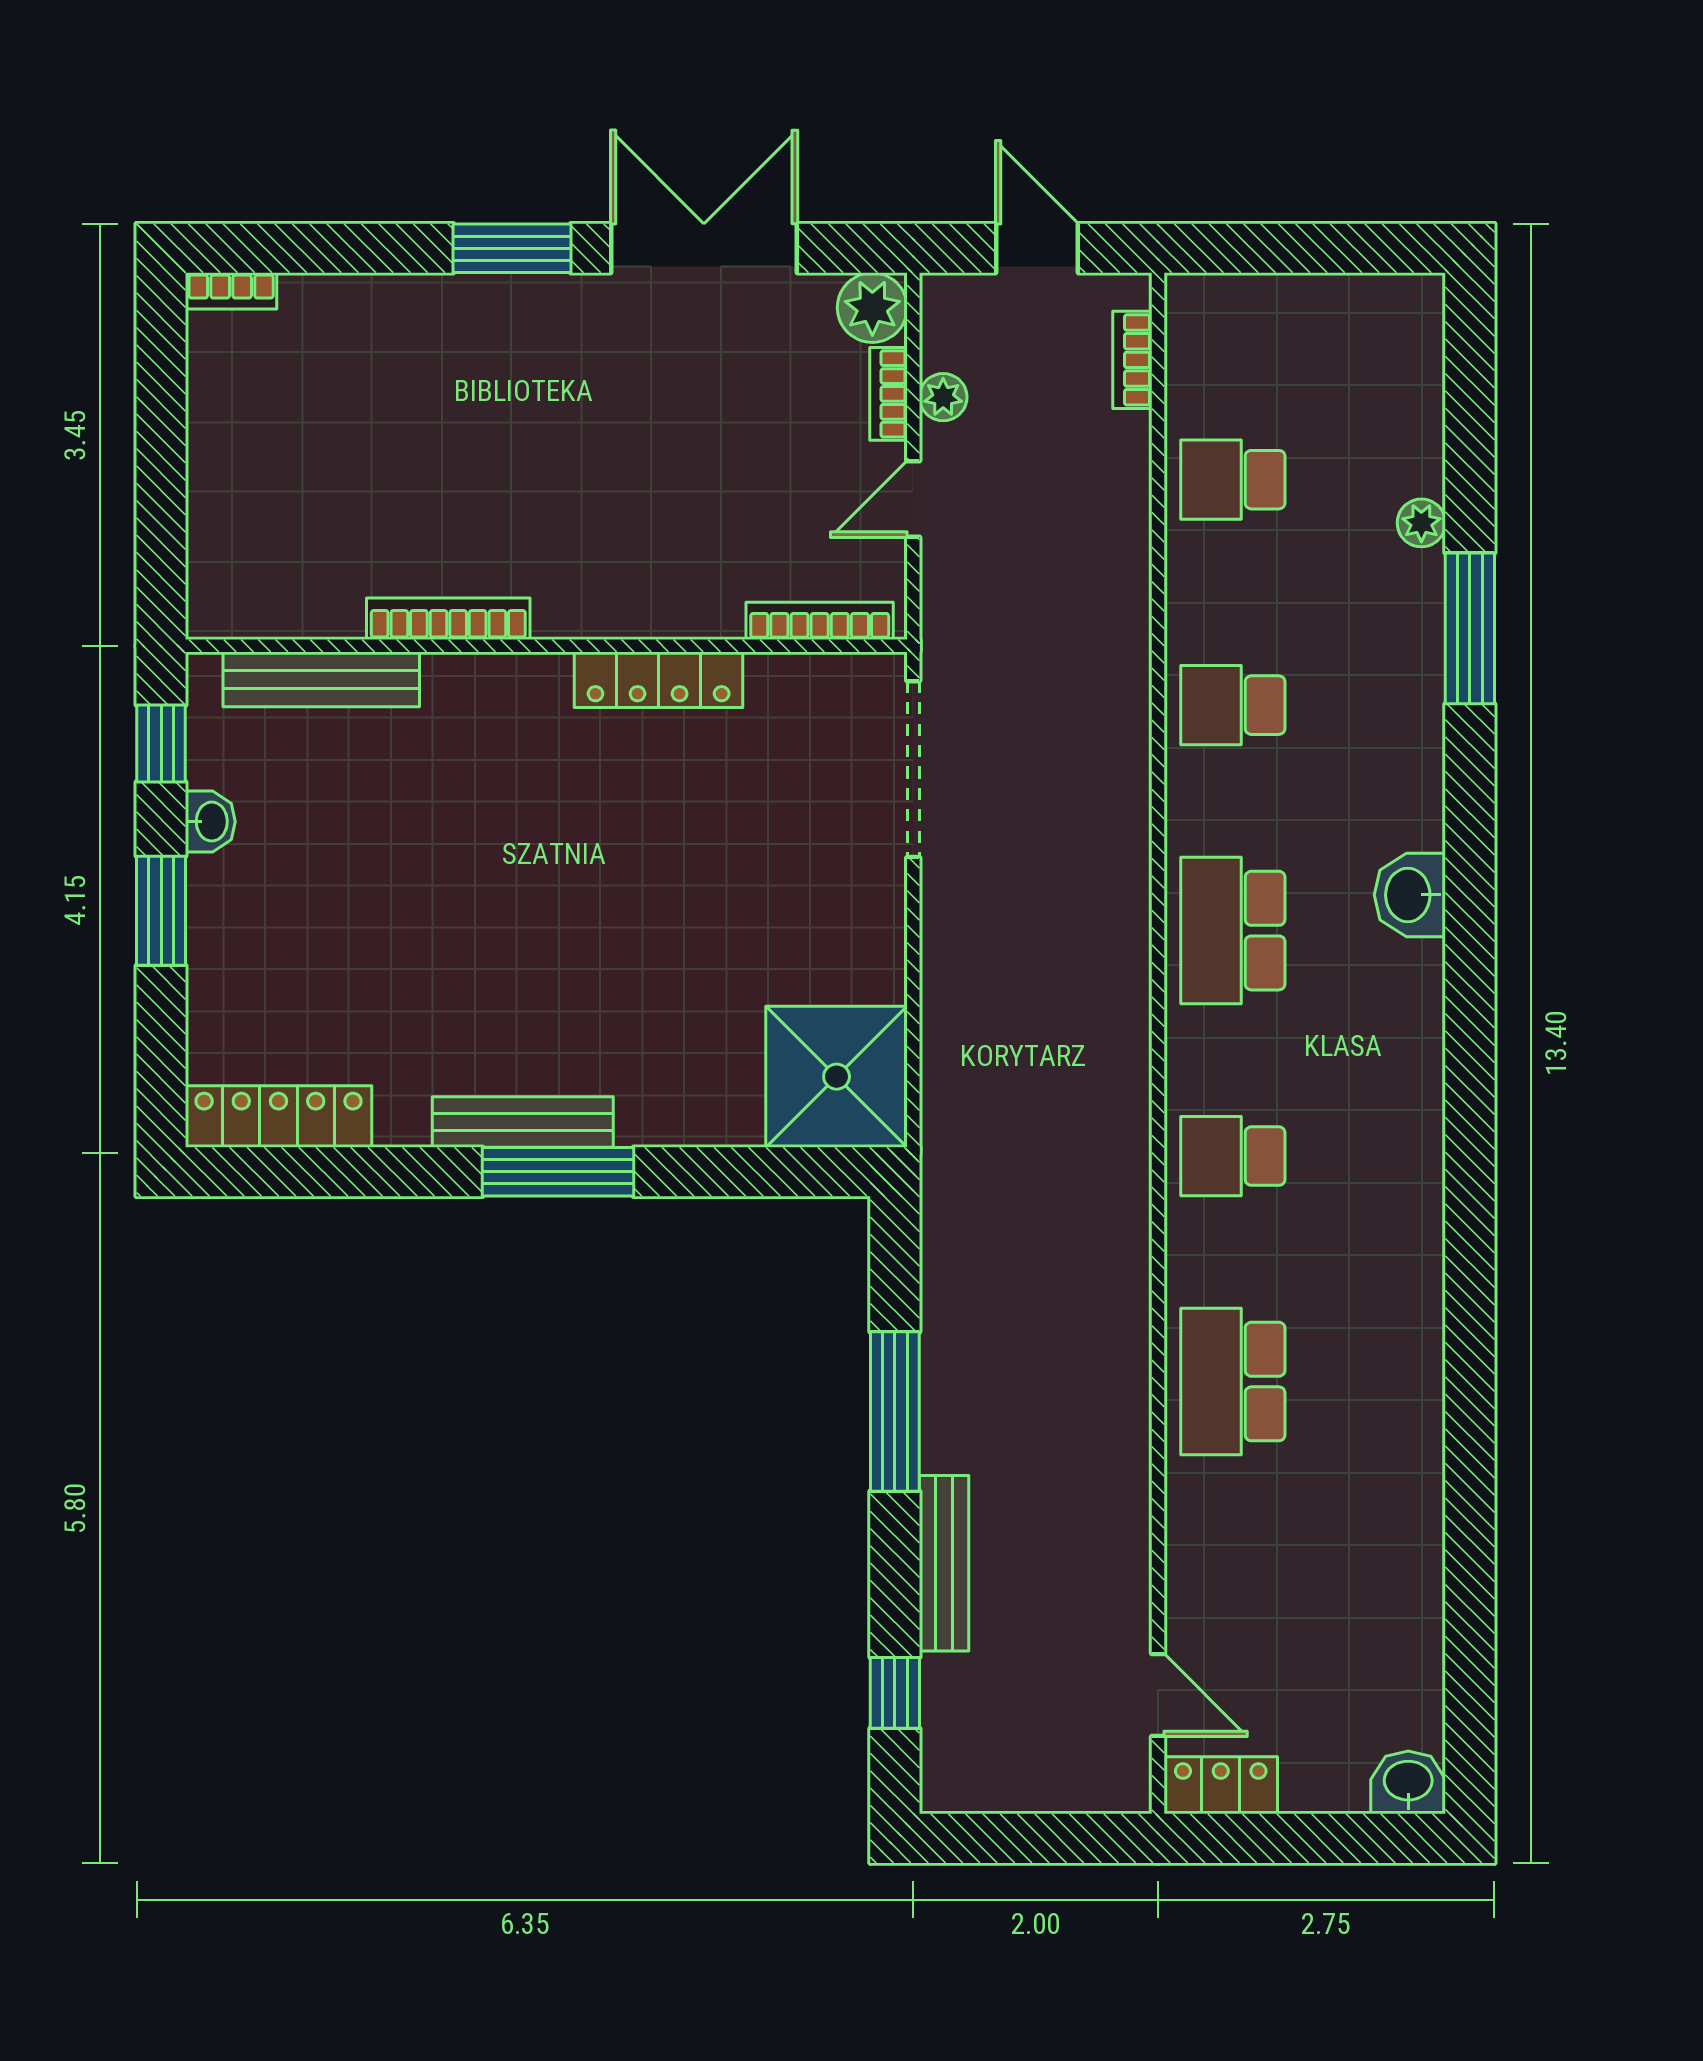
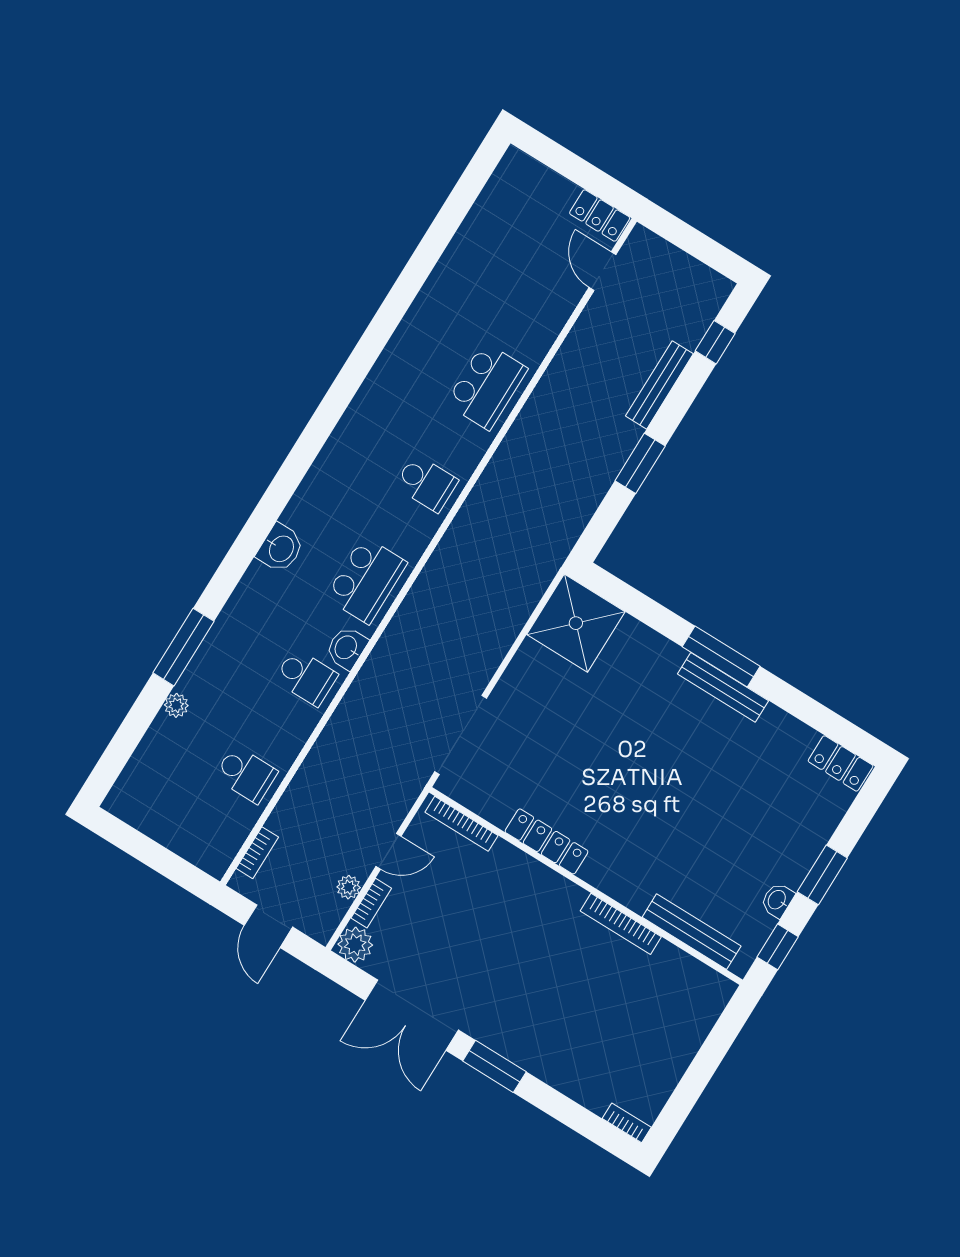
locker: (279, 1117) -> (841, 763), width x0.66
window: (895, 1412) -> (640, 463), width x0.69
washbasin: (1408, 1782) -> (347, 648), moved, turned 90

